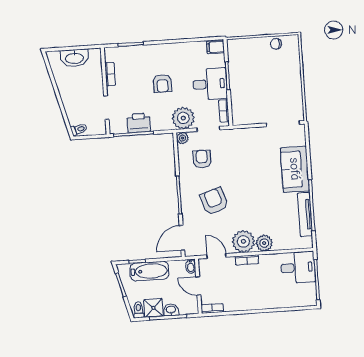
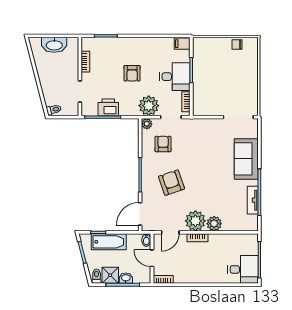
tv unit: (305, 214) -> (253, 200), width x0.71
door: (216, 256) -> (170, 232), swing flipped
desk: (298, 267) -> (243, 269), moved

